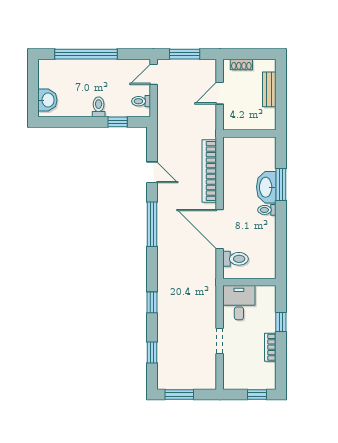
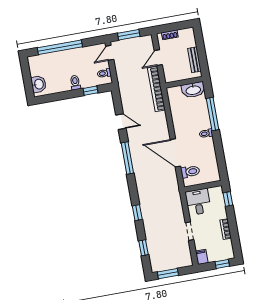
bench: (269, 89) -> (194, 60), moved
bookcase: (209, 171) -> (156, 89), moved
window: (281, 185) -> (213, 114), width x1.44
washbasin: (266, 187) -> (193, 90), moved, turned -90
window: (281, 322) -> (228, 199), moved
filing cabinet: (230, 380) -> (202, 257), added

